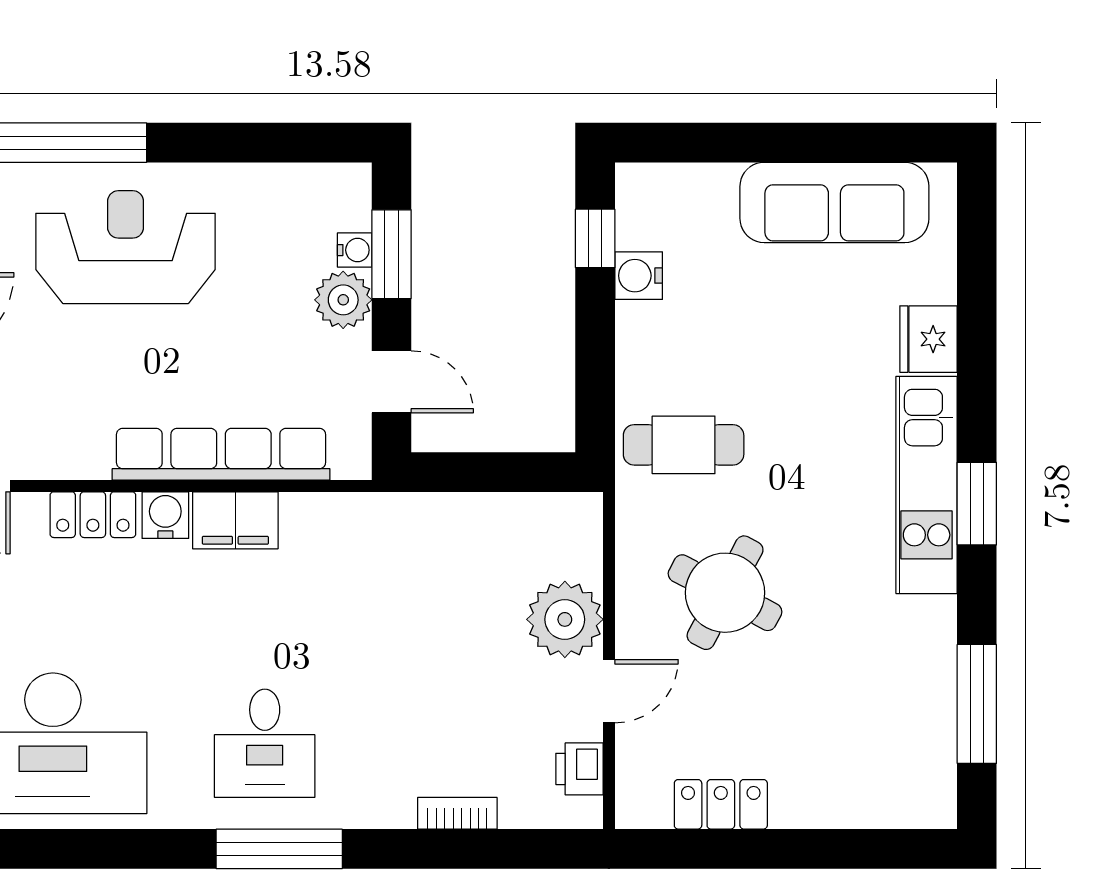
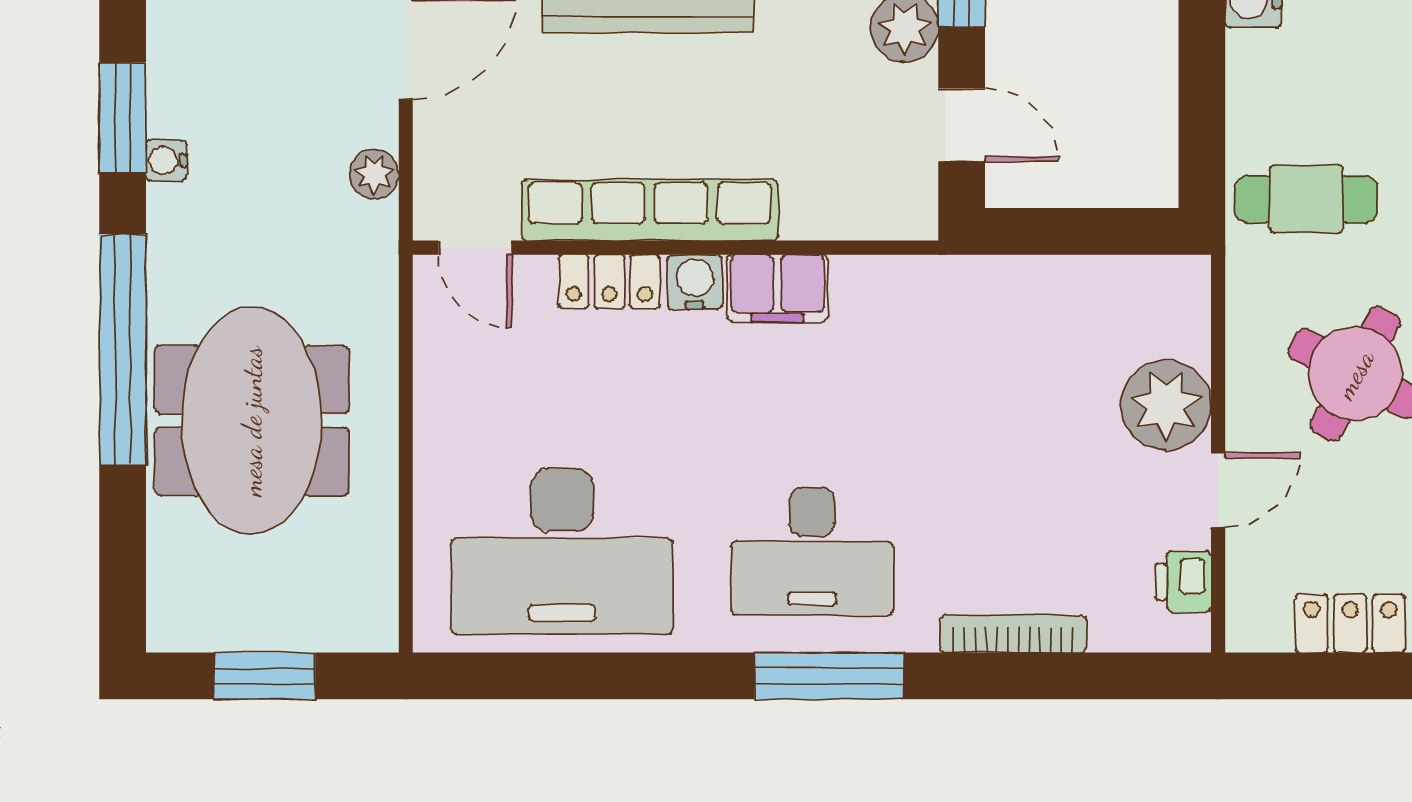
row of seats: (221, 454) -> (650, 210), moved
desk: (265, 743) -> (812, 551), width x1.37
bookcase: (457, 813) -> (1013, 634), width x1.56

